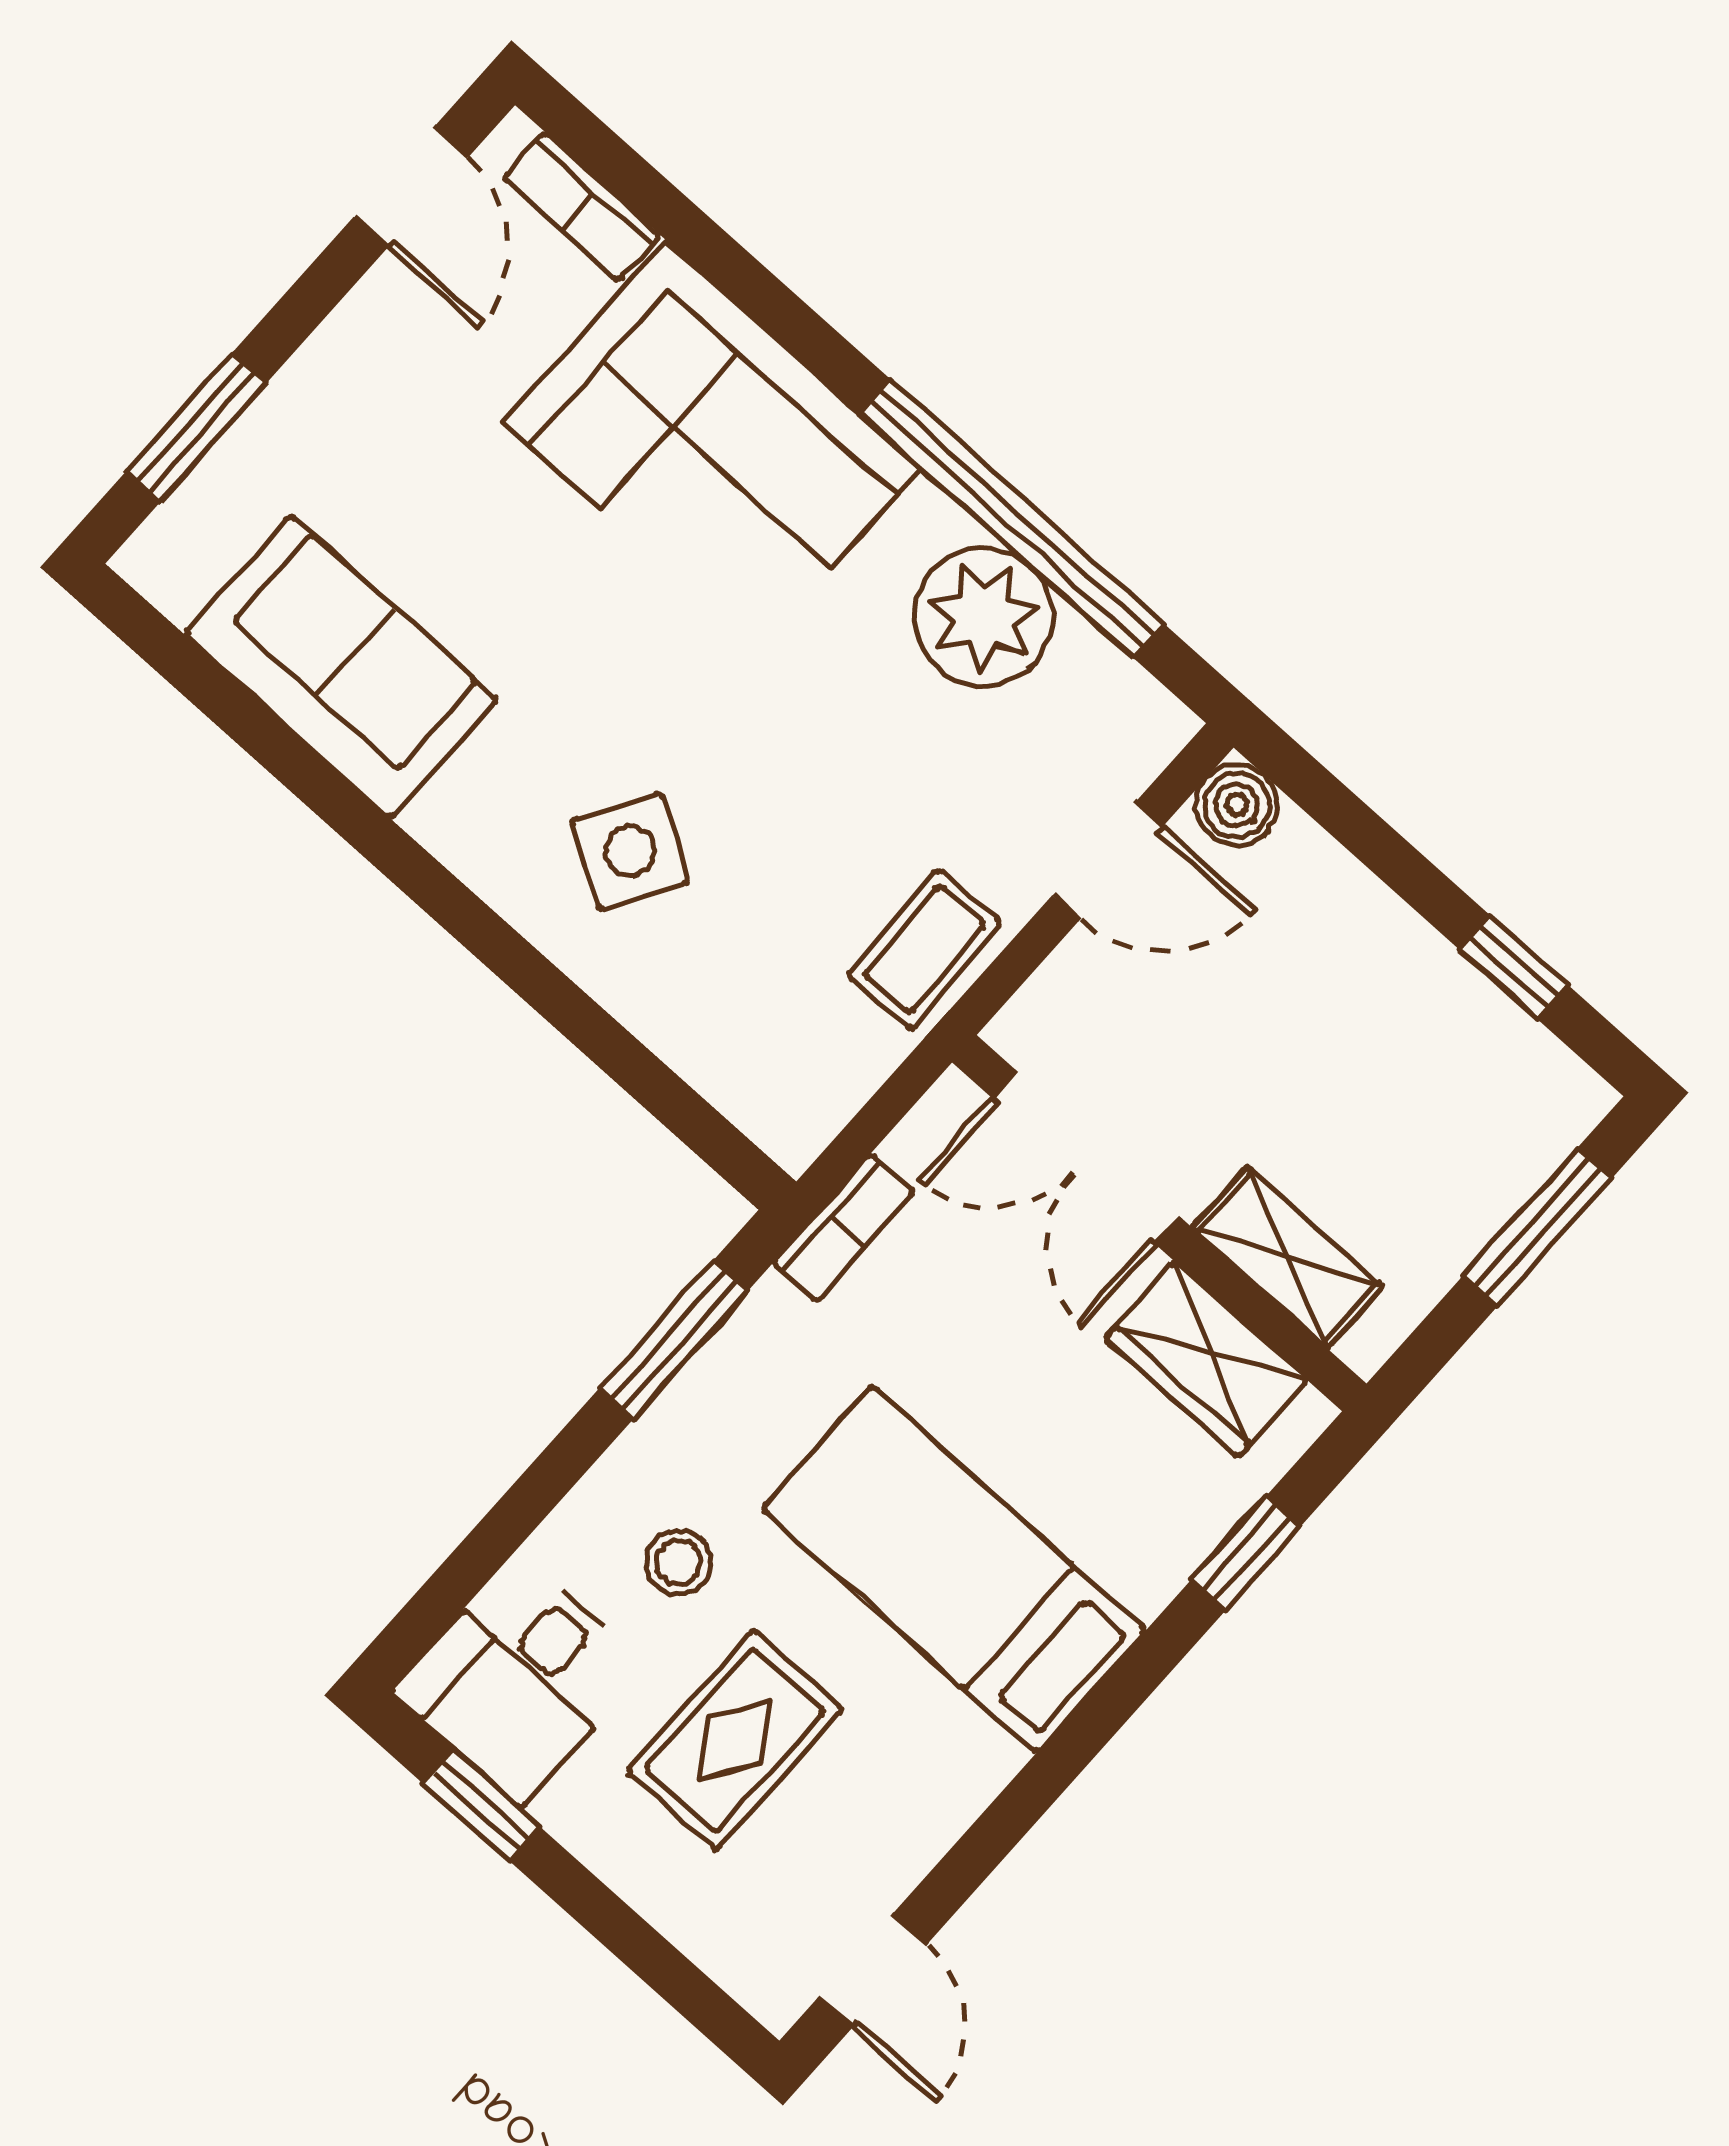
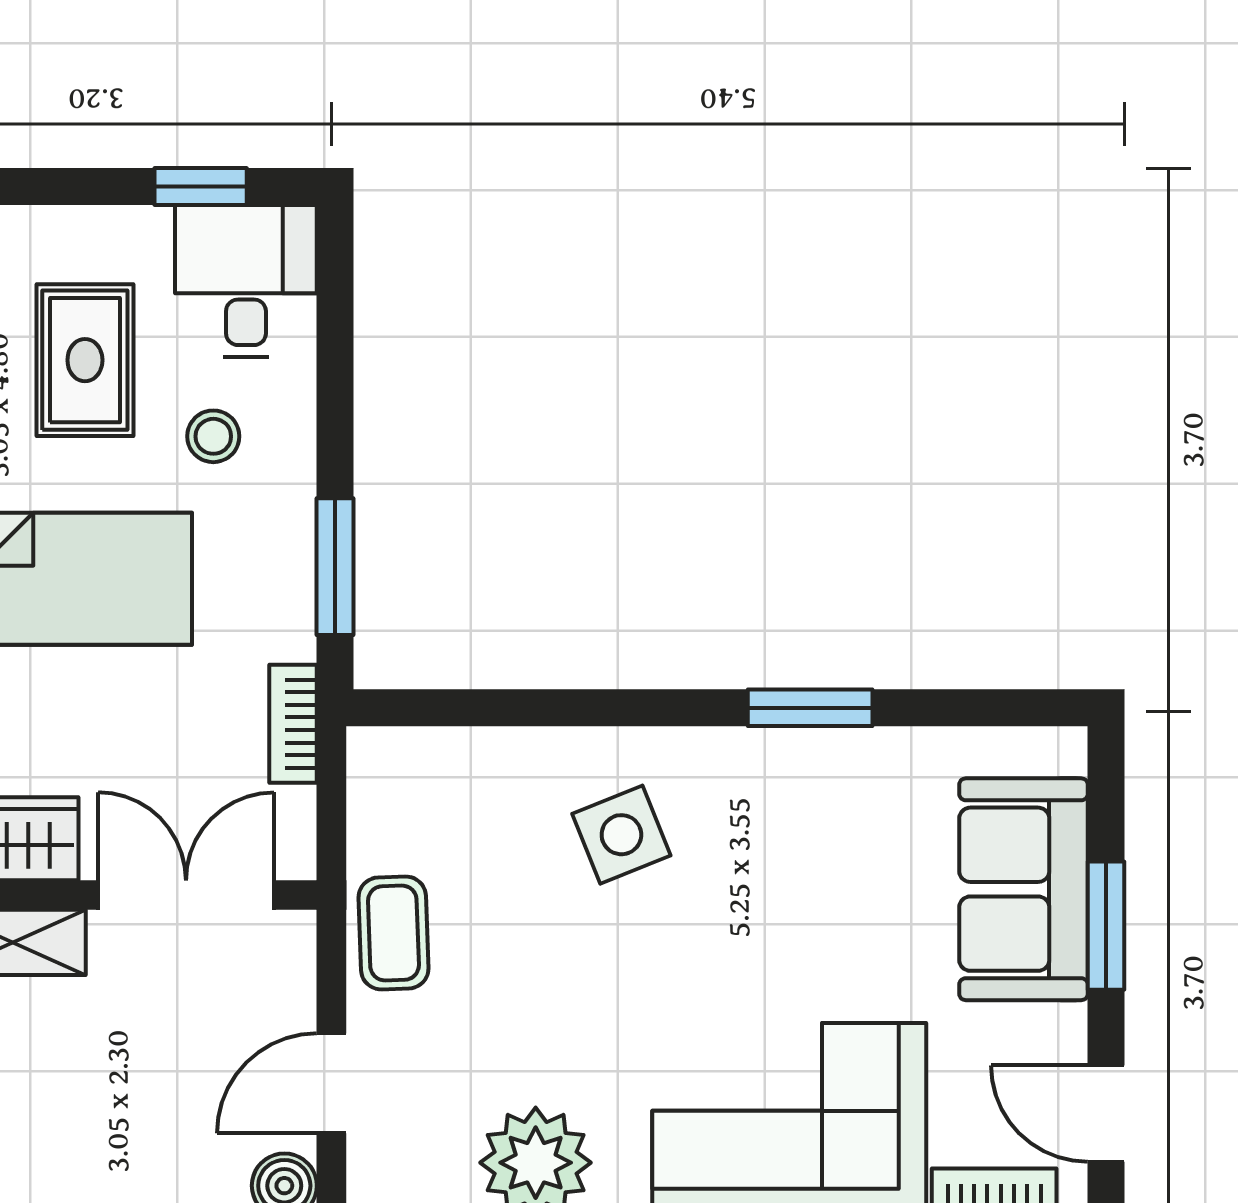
window: (196, 427) -> (1106, 926), moved
sofa: (341, 667) -> (1024, 889), moved, turned 90
window: (349, 812) -> (810, 708), added
side table: (630, 851) -> (621, 835), turned 37

